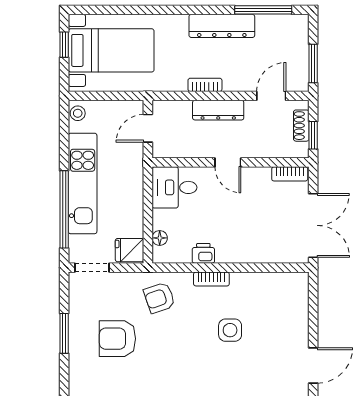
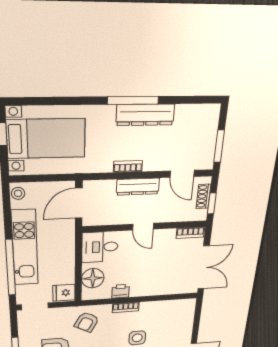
window: (263, 10) -> (133, 100), moved
door: (271, 96) -> (182, 174), swing flipped
door: (148, 128) -> (79, 203), width x1.38
floor lamp: (160, 238) -> (93, 278), width x1.89, depth x1.89
armchair: (159, 298) -> (87, 322), turned -43

